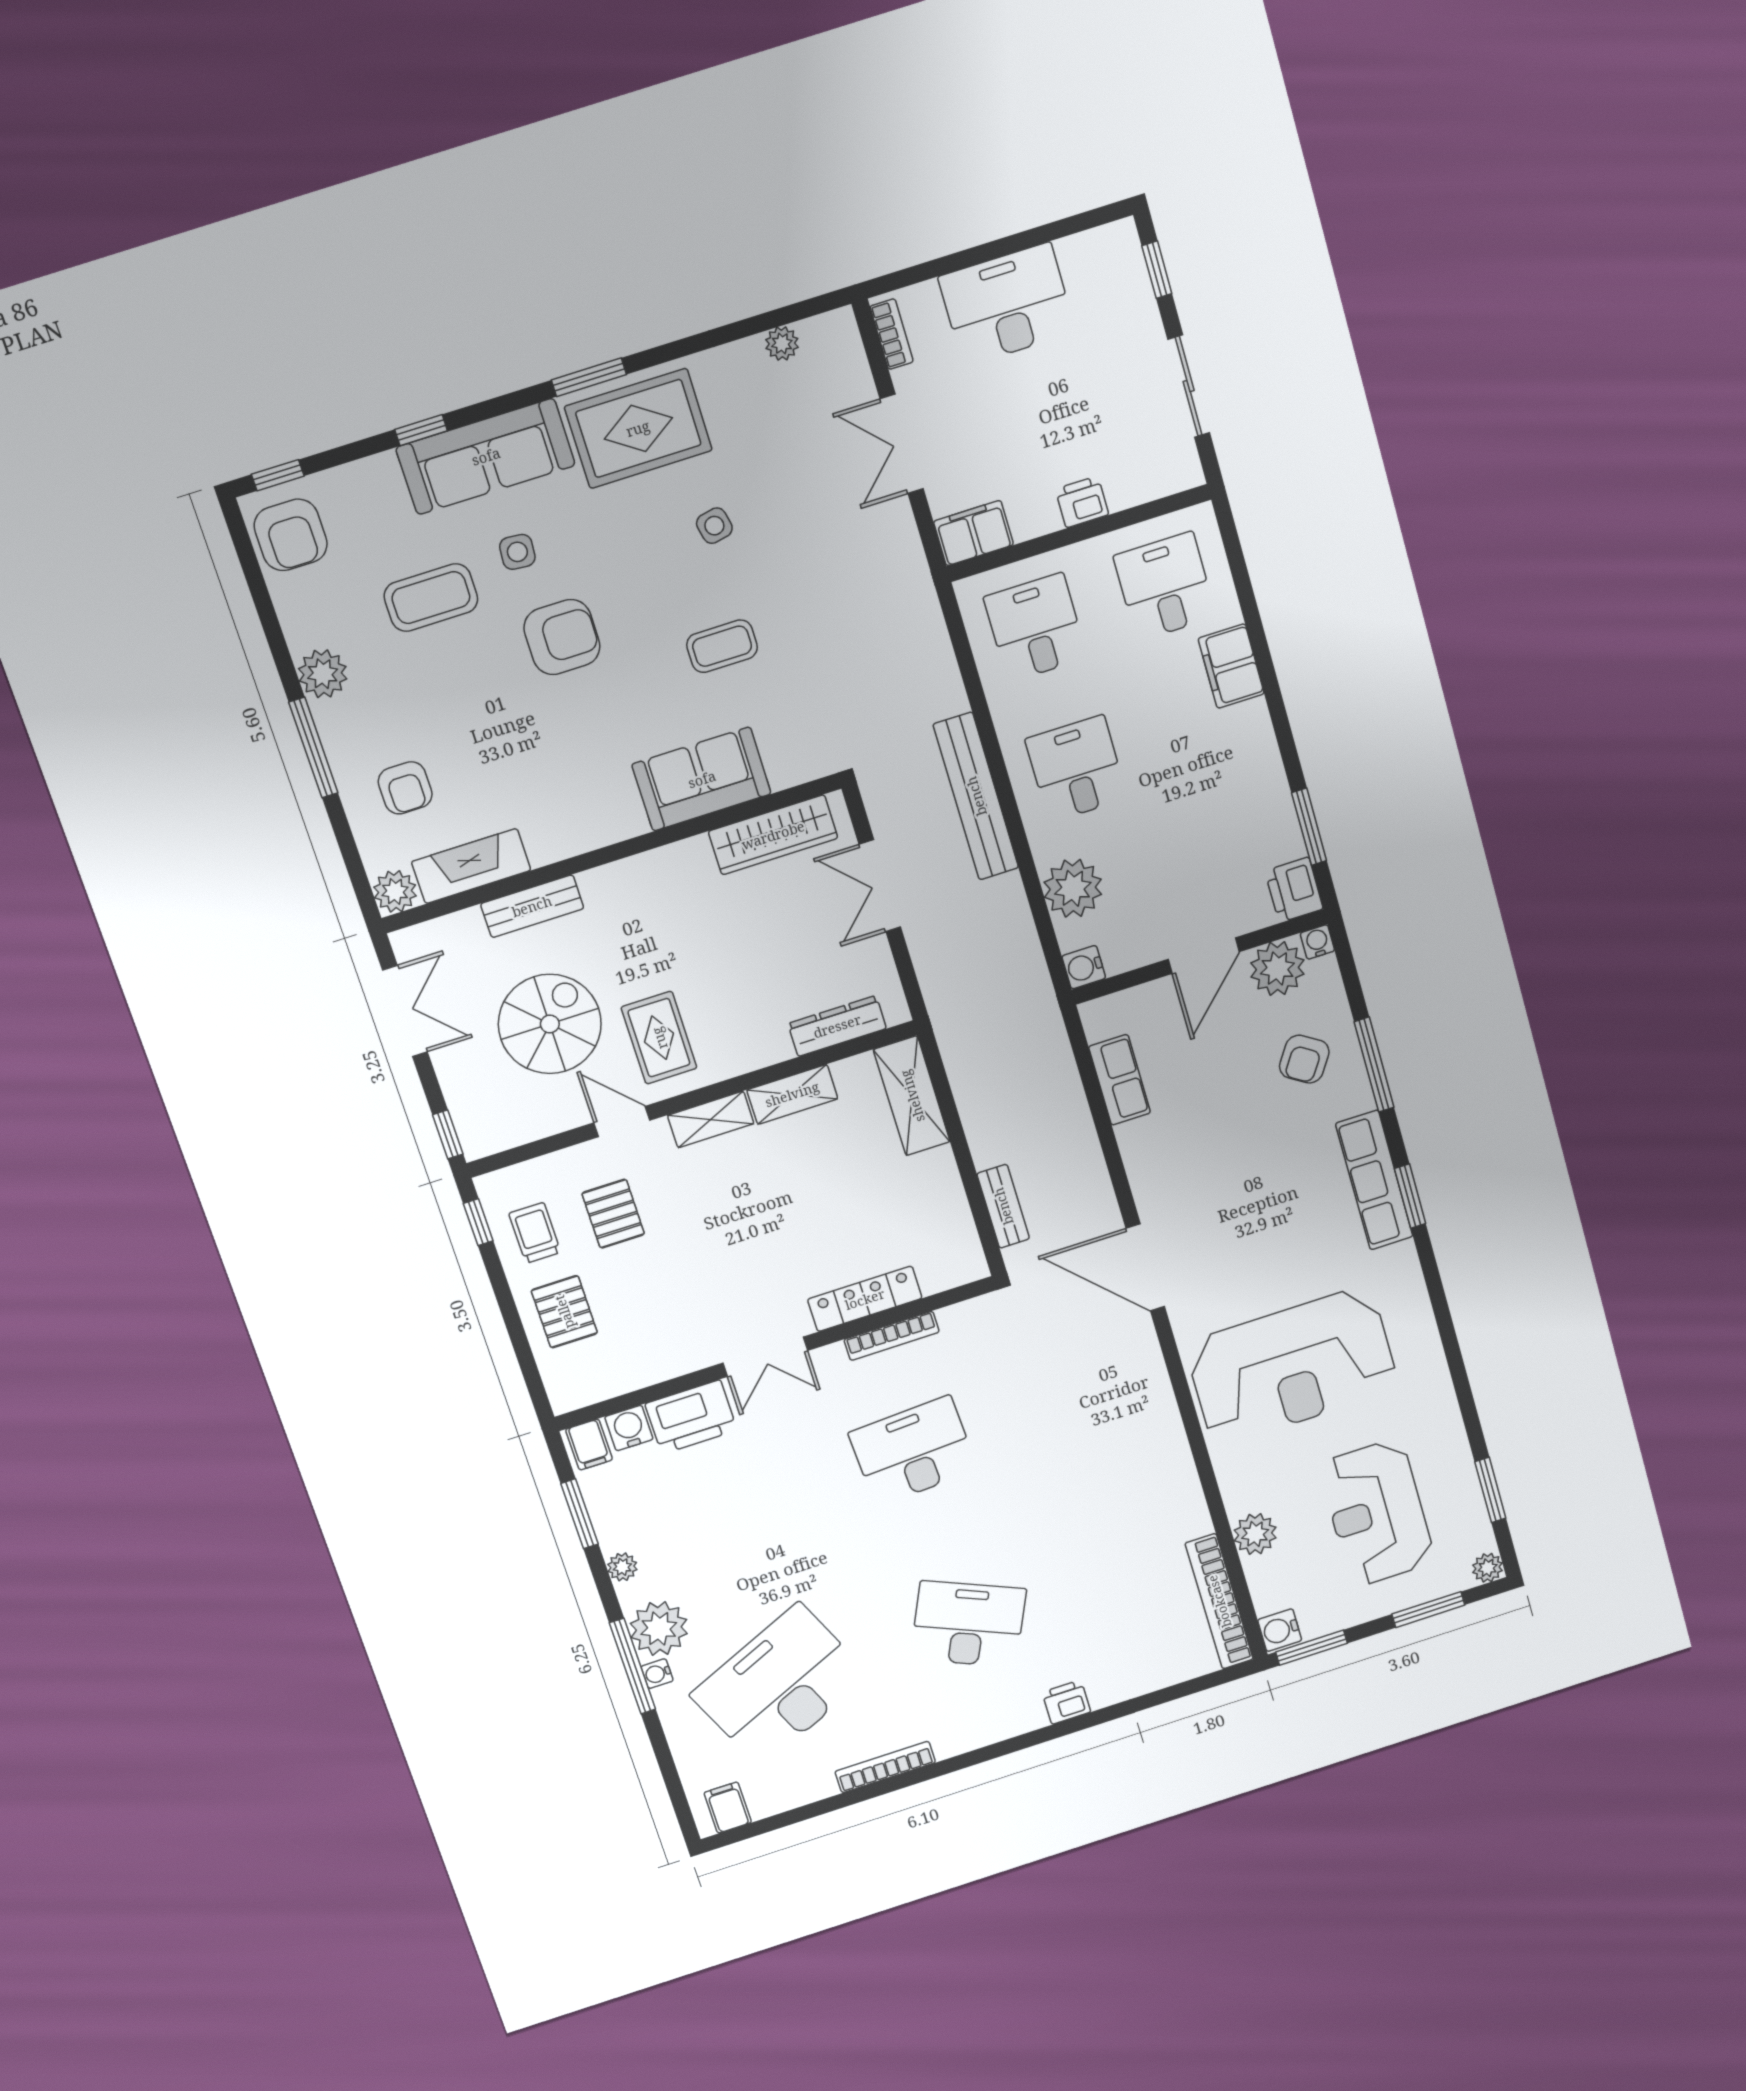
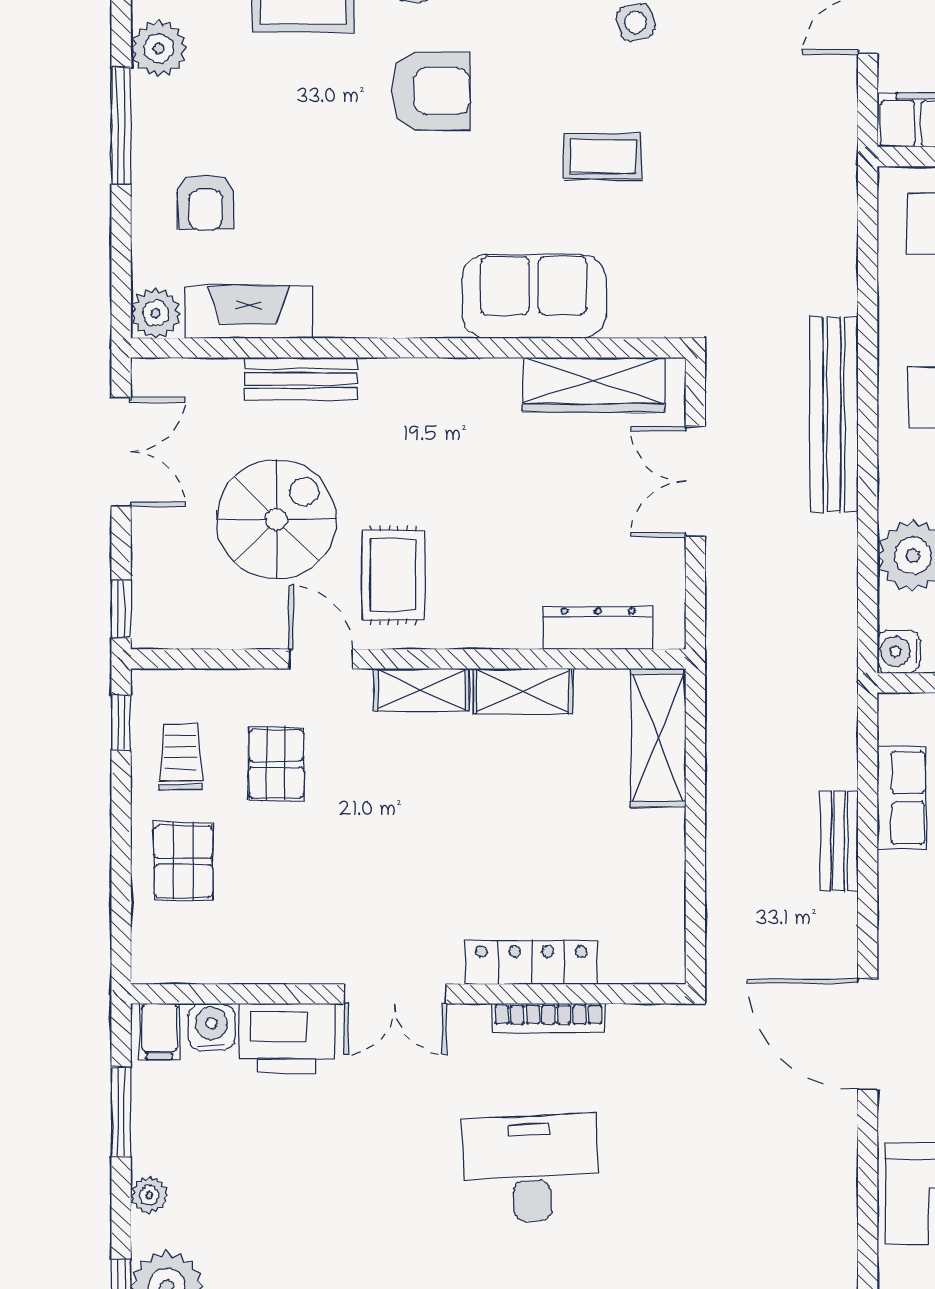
bench: (1003, 1206) -> (839, 841), moved

